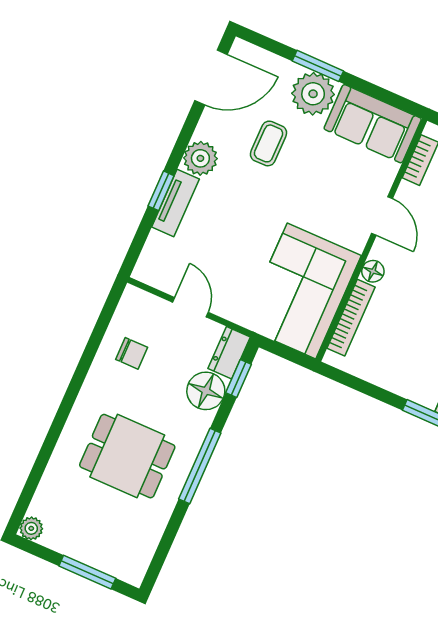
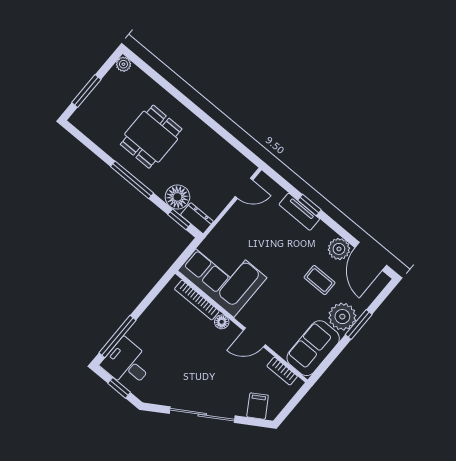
plant: (200, 158) -> (339, 249), moved
door: (190, 307) -> (244, 188), moved
chair: (132, 353) -> (214, 158), removed

